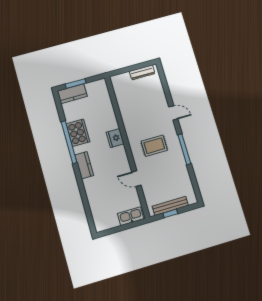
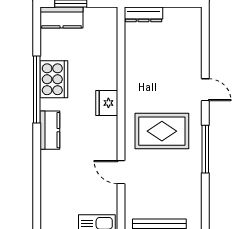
dresser: (142, 72) -> (144, 14), moved
rug: (154, 146) -> (162, 131), width x1.36, depth x1.43

